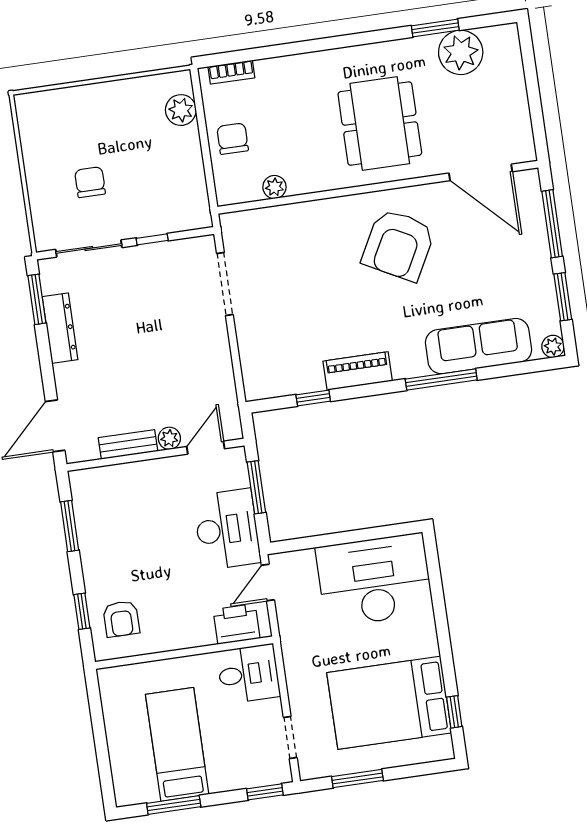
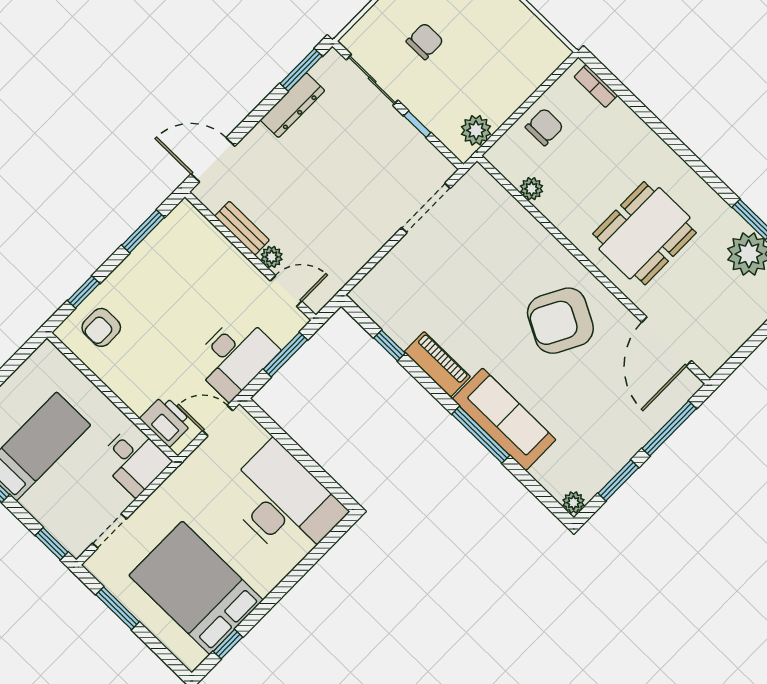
plant: (181, 110) -> (476, 130), moved
sofa: (478, 346) -> (504, 419), moved

